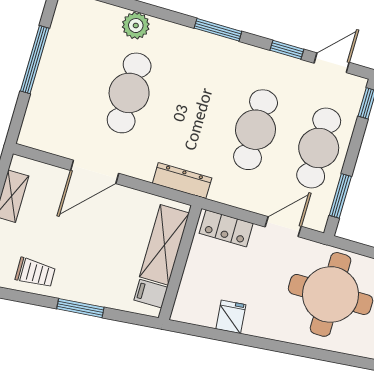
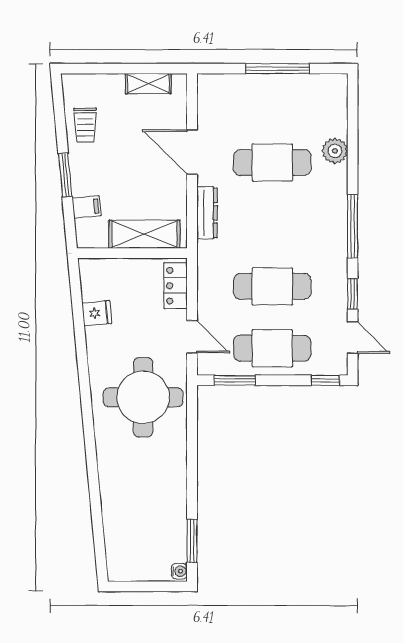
window: (218, 30) -> (353, 226), width x1.44
dresser: (182, 181) -> (207, 213), moved
filing cabinet: (151, 294) -> (87, 207), moved, turned 85

